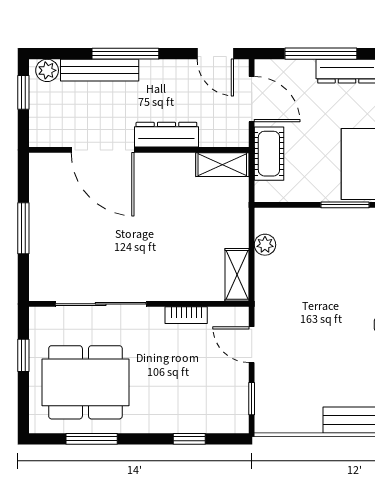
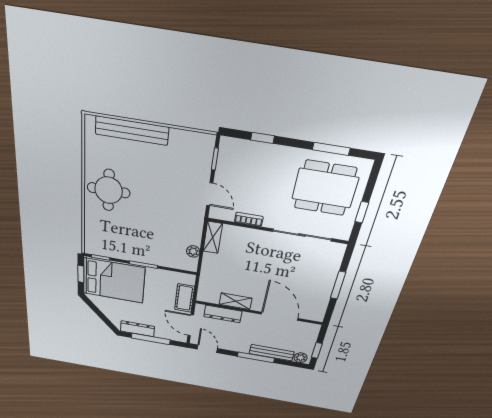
dresser: (166, 135) -> (223, 314), moved
shelving: (222, 165) -> (235, 301), moved

